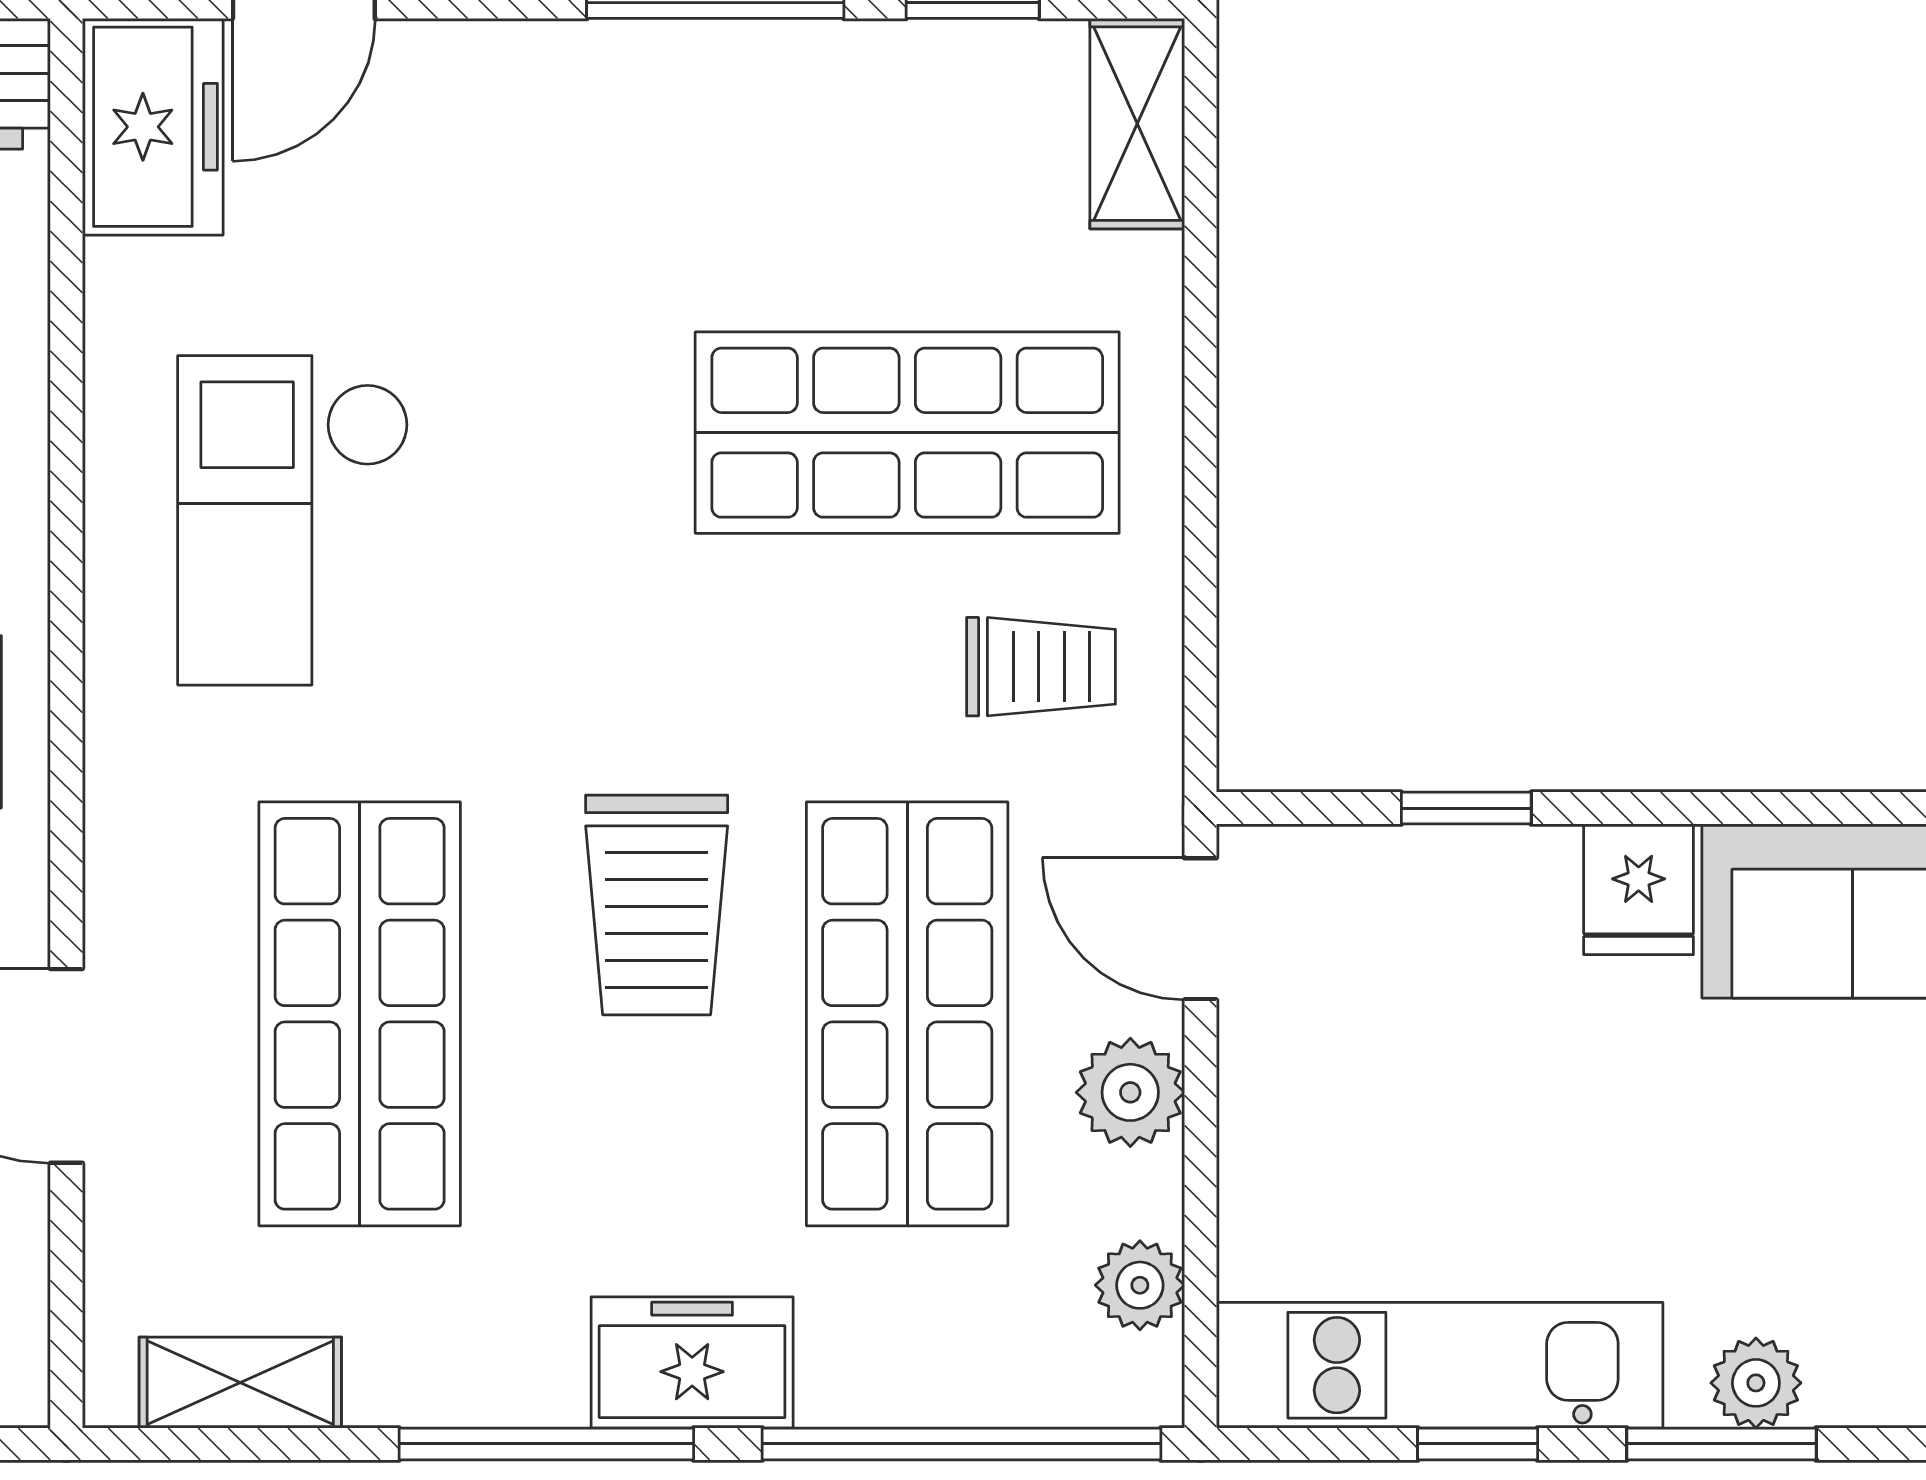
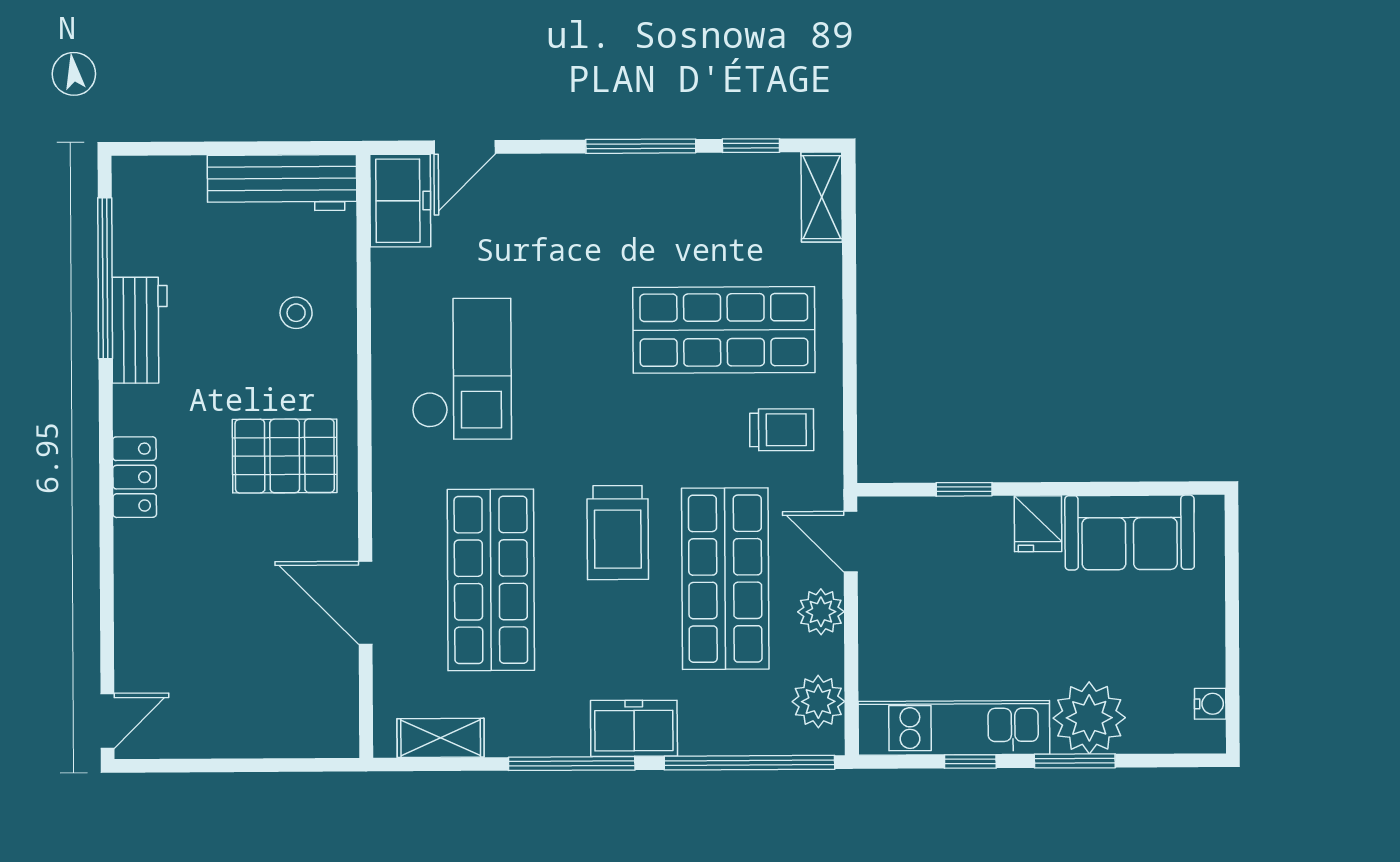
checkout: (293, 520) -> (461, 369), turned 180
plant: (1140, 1285) -> (818, 701), width x1.38, depth x1.38
plant: (1756, 1383) -> (1089, 718), width x1.87, depth x1.87

